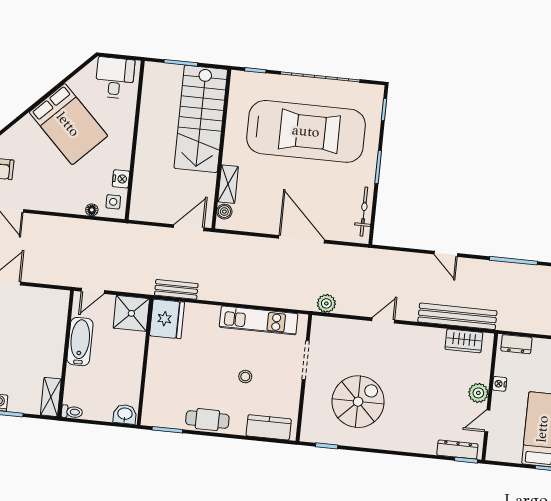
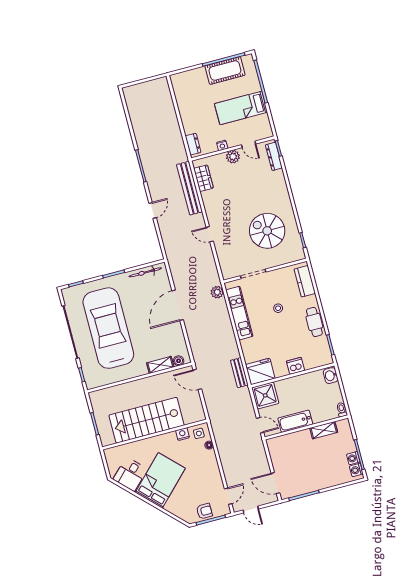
desk: (115, 78) -> (130, 474), moved, turned -45
stairs: (201, 119) -> (147, 420), moved, turned 180
plant: (326, 303) -> (217, 292), moved
dishwasher: (156, 371) -> (296, 366), added
shelving: (51, 397) -> (324, 430), moved

